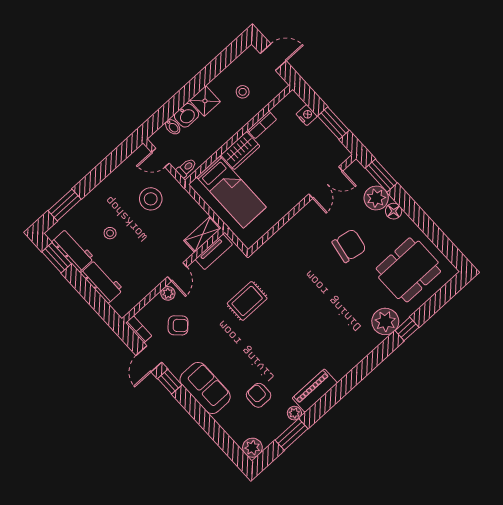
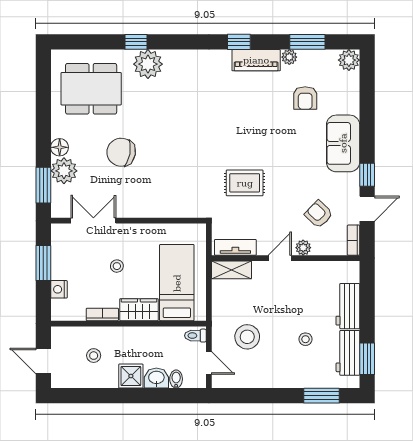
stool: (282, 166) -> (117, 266), added
window: (338, 392) -> (239, 42), added

